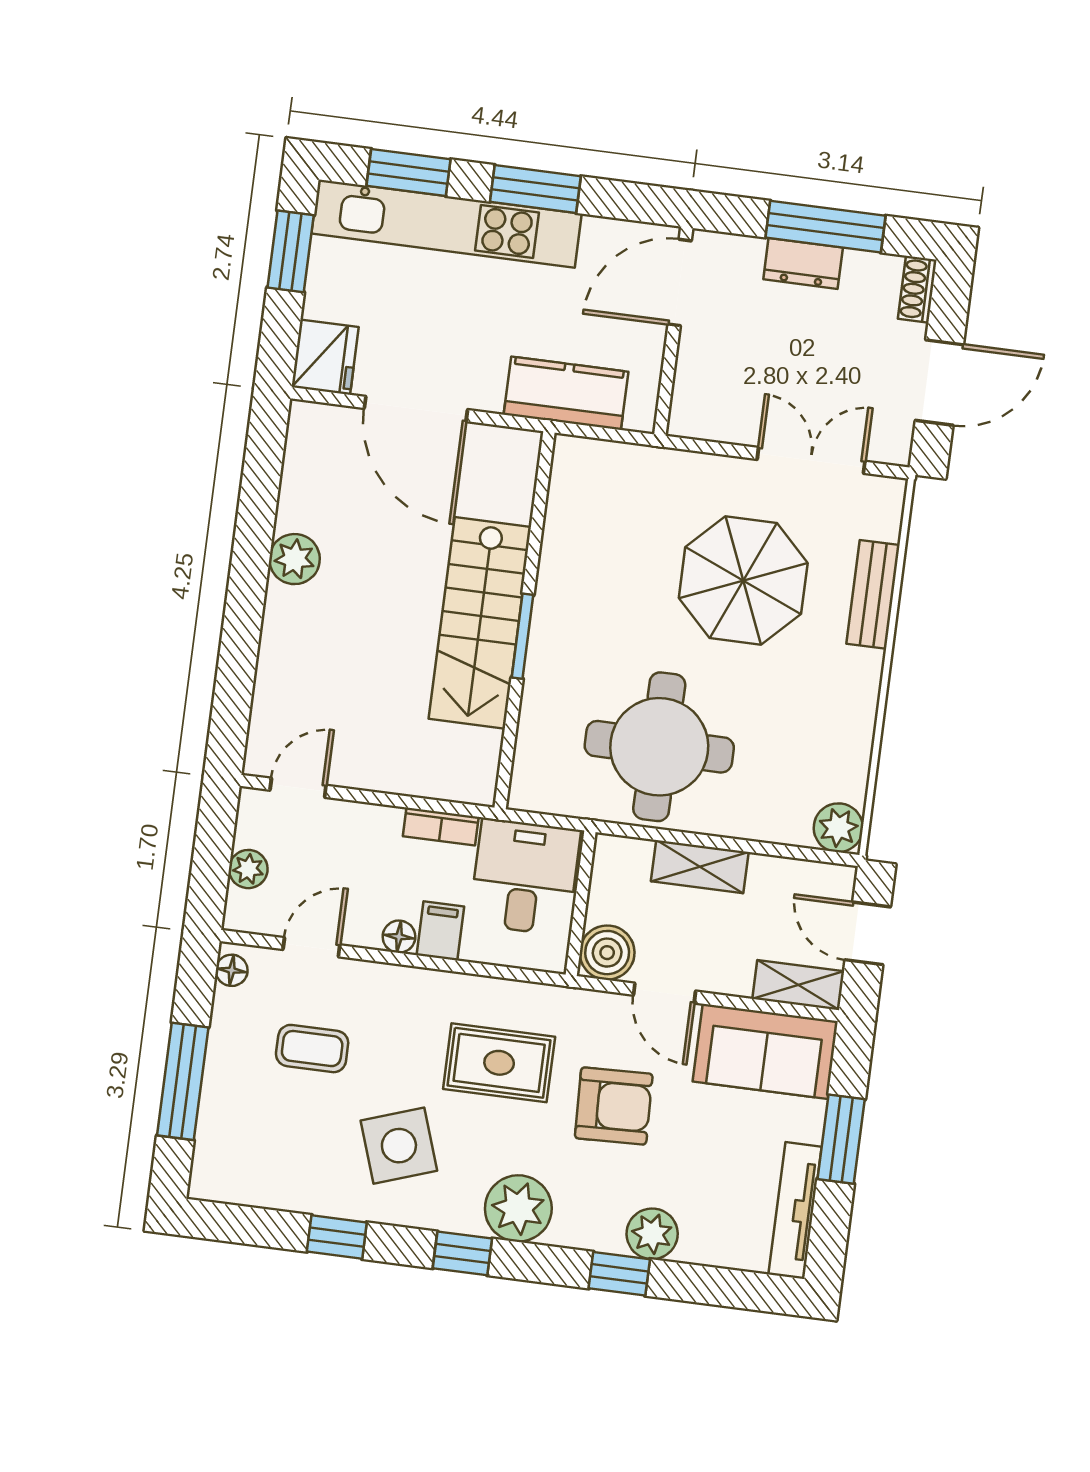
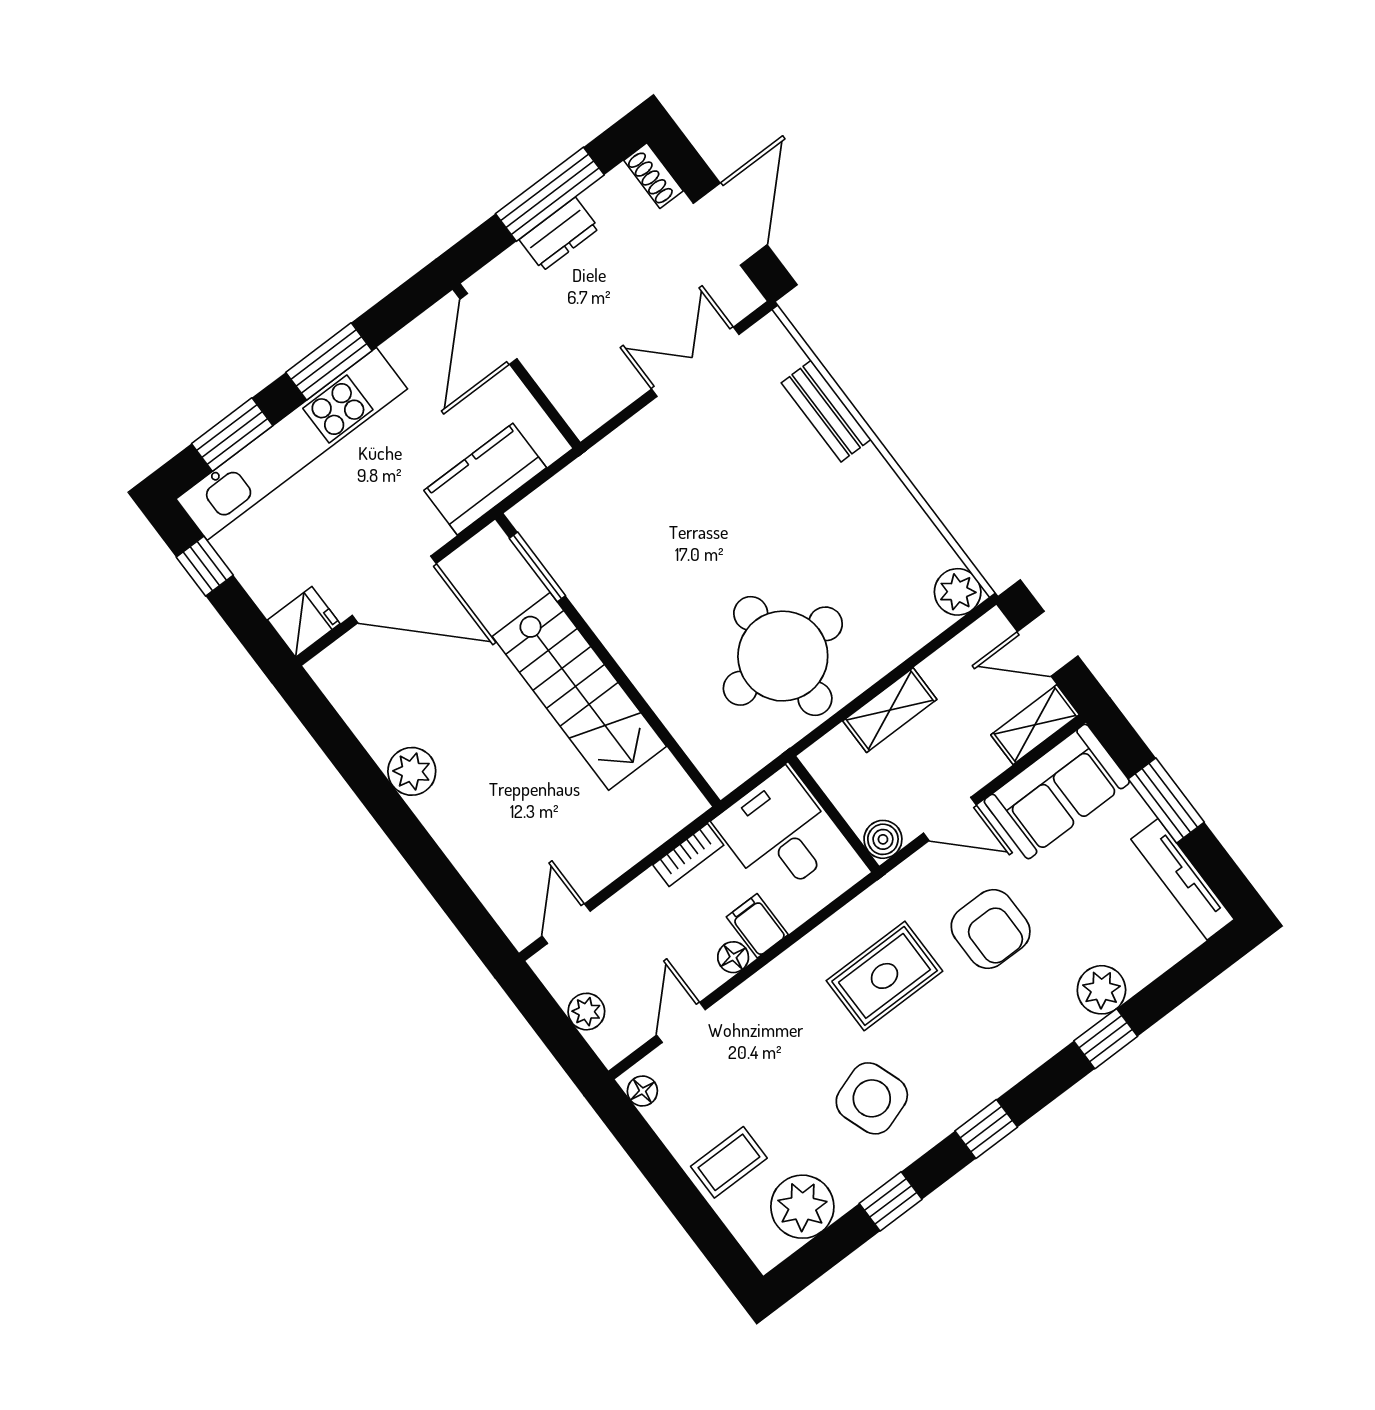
window: (291, 251) -> (205, 566), width x0.67
fridge: (325, 357) -> (304, 622), width x0.72
parasol: (743, 581) -> (729, 488), removed
window: (522, 636) -> (537, 567), moved
boiler: (607, 953) -> (883, 839), width x0.73, depth x0.73
coffee table: (312, 1049) -> (729, 1162), moved
window: (183, 1081) -> (683, 1198), removed
armchair: (614, 1106) -> (991, 929), turned 92
plant: (518, 1208) -> (802, 1207), moved

